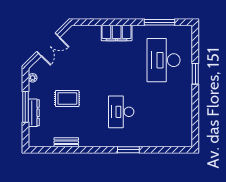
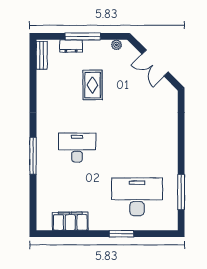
filing cabinet: (117, 33) -> (70, 221), moved, turned 90
dresser: (34, 113) -> (71, 46), width x0.70
bench: (66, 142) -> (42, 55), moved
window: (128, 150) -> (33, 156), width x1.44

